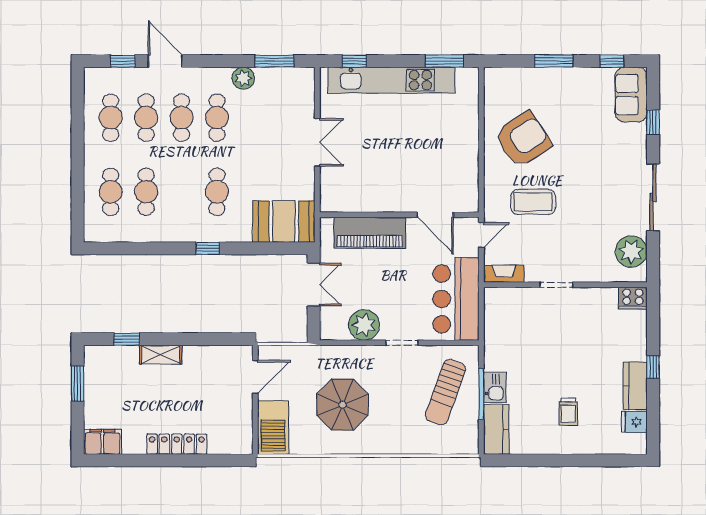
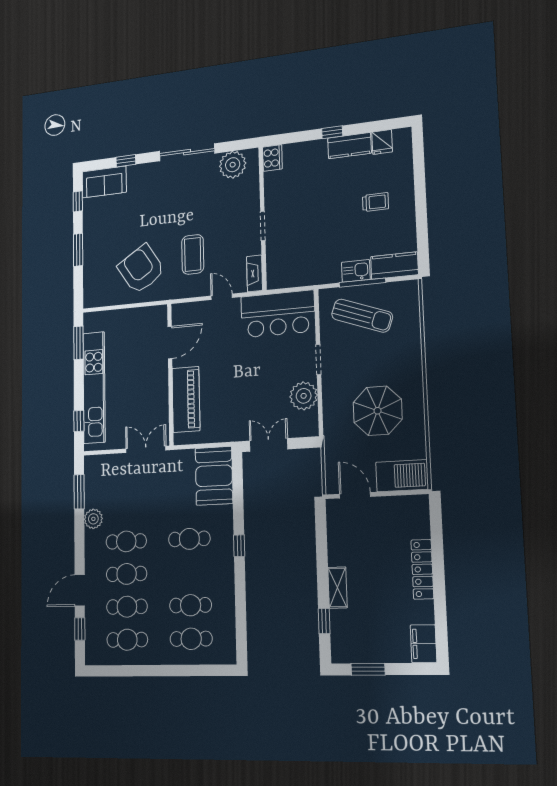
wall: (399, 215) -> (170, 374), moved
door: (435, 215) -> (170, 343), moved
piano: (370, 233) -> (186, 399), moved

